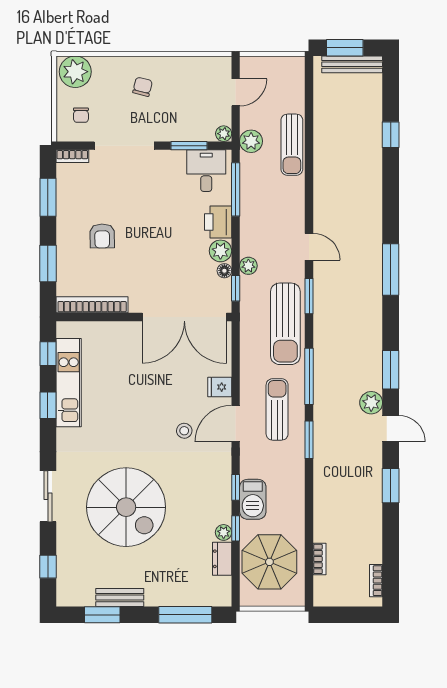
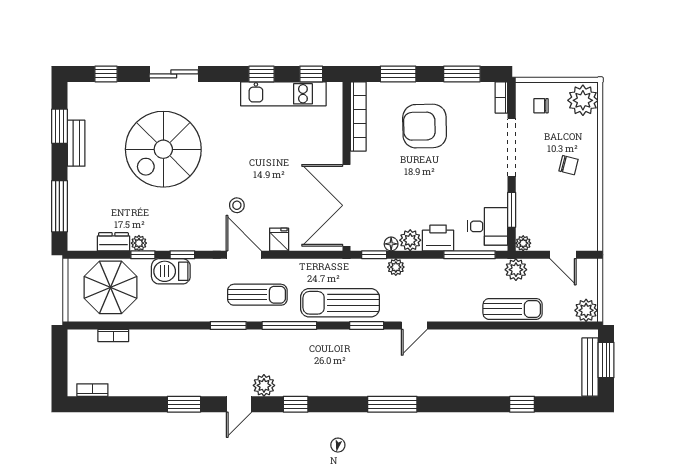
plant: (293, 68) -> (586, 310), added
sun lounger: (292, 145) -> (513, 309), turned 180
armchair: (102, 236) -> (425, 126), width x1.88, depth x1.88
window: (391, 370) -> (296, 404), width x0.67

